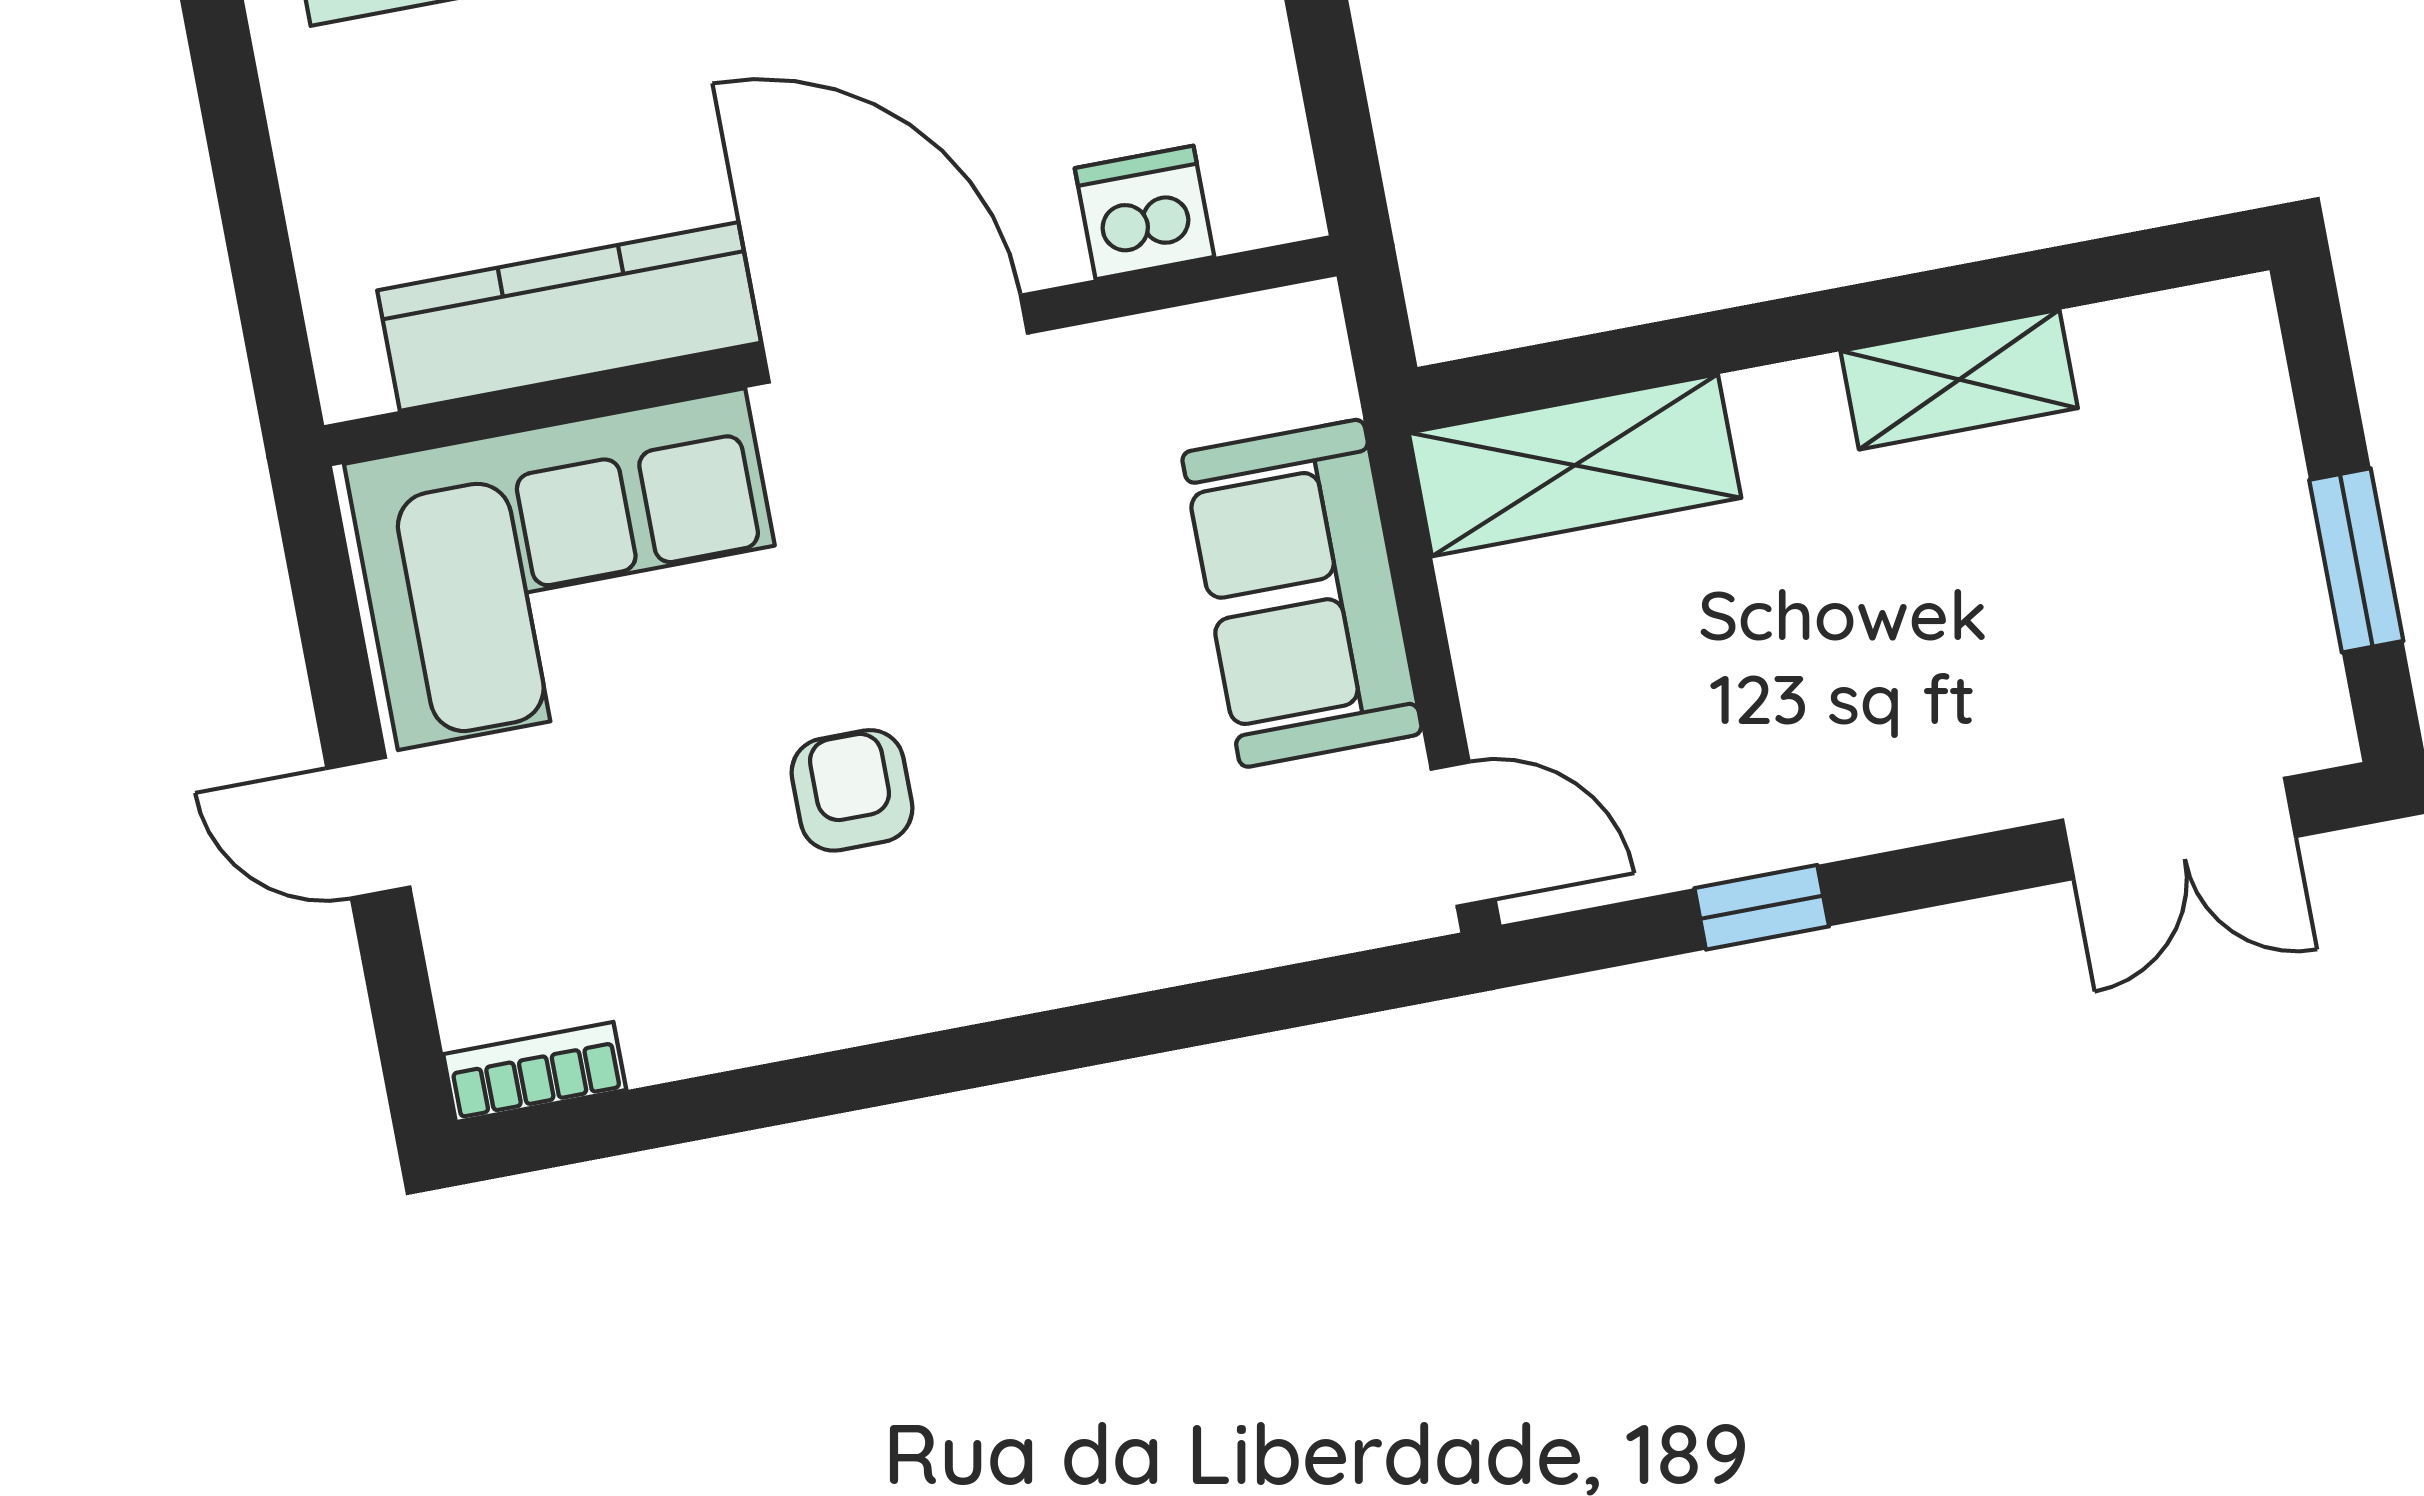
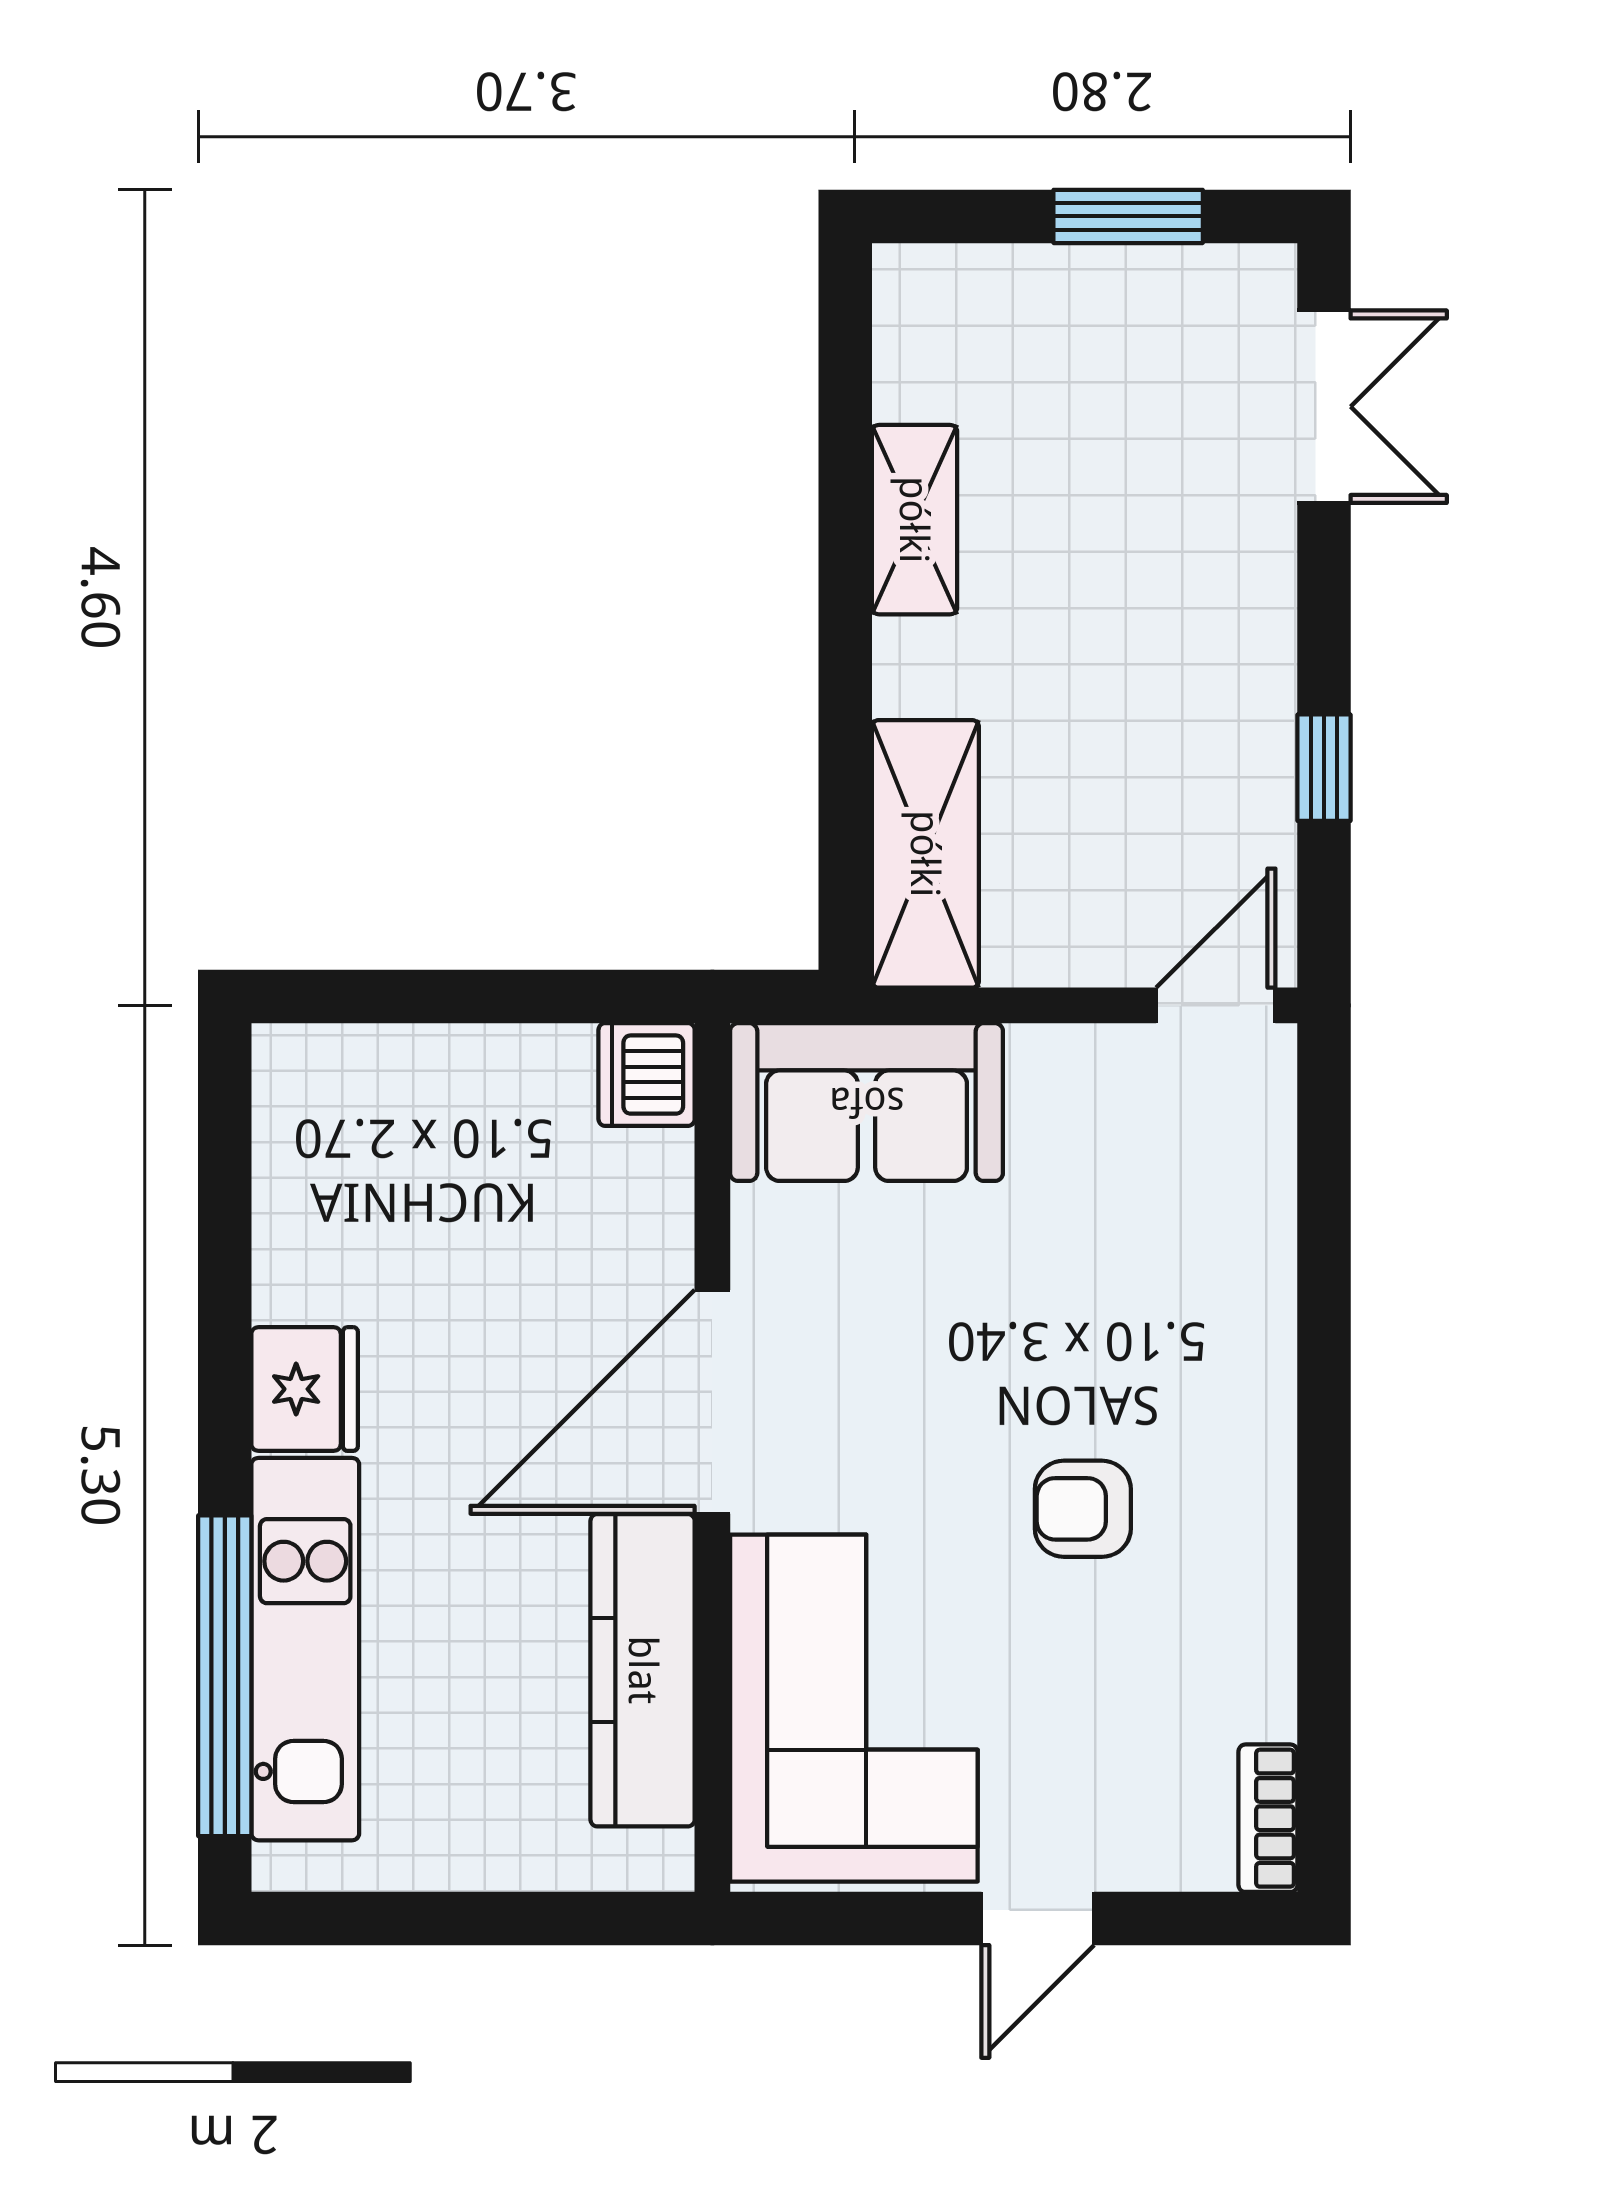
dishwasher: (1145, 213) -> (647, 1075), moved
sofa: (1302, 593) -> (867, 1102), moved

